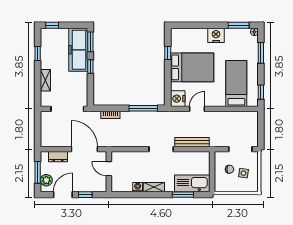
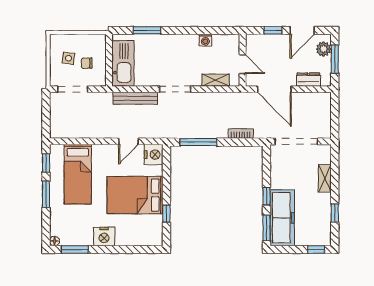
window: (261, 53) -> (46, 194), moved
kitchen sink: (192, 183) -> (123, 63), moved, turned -90
shelving: (154, 187) -> (216, 80), moved

